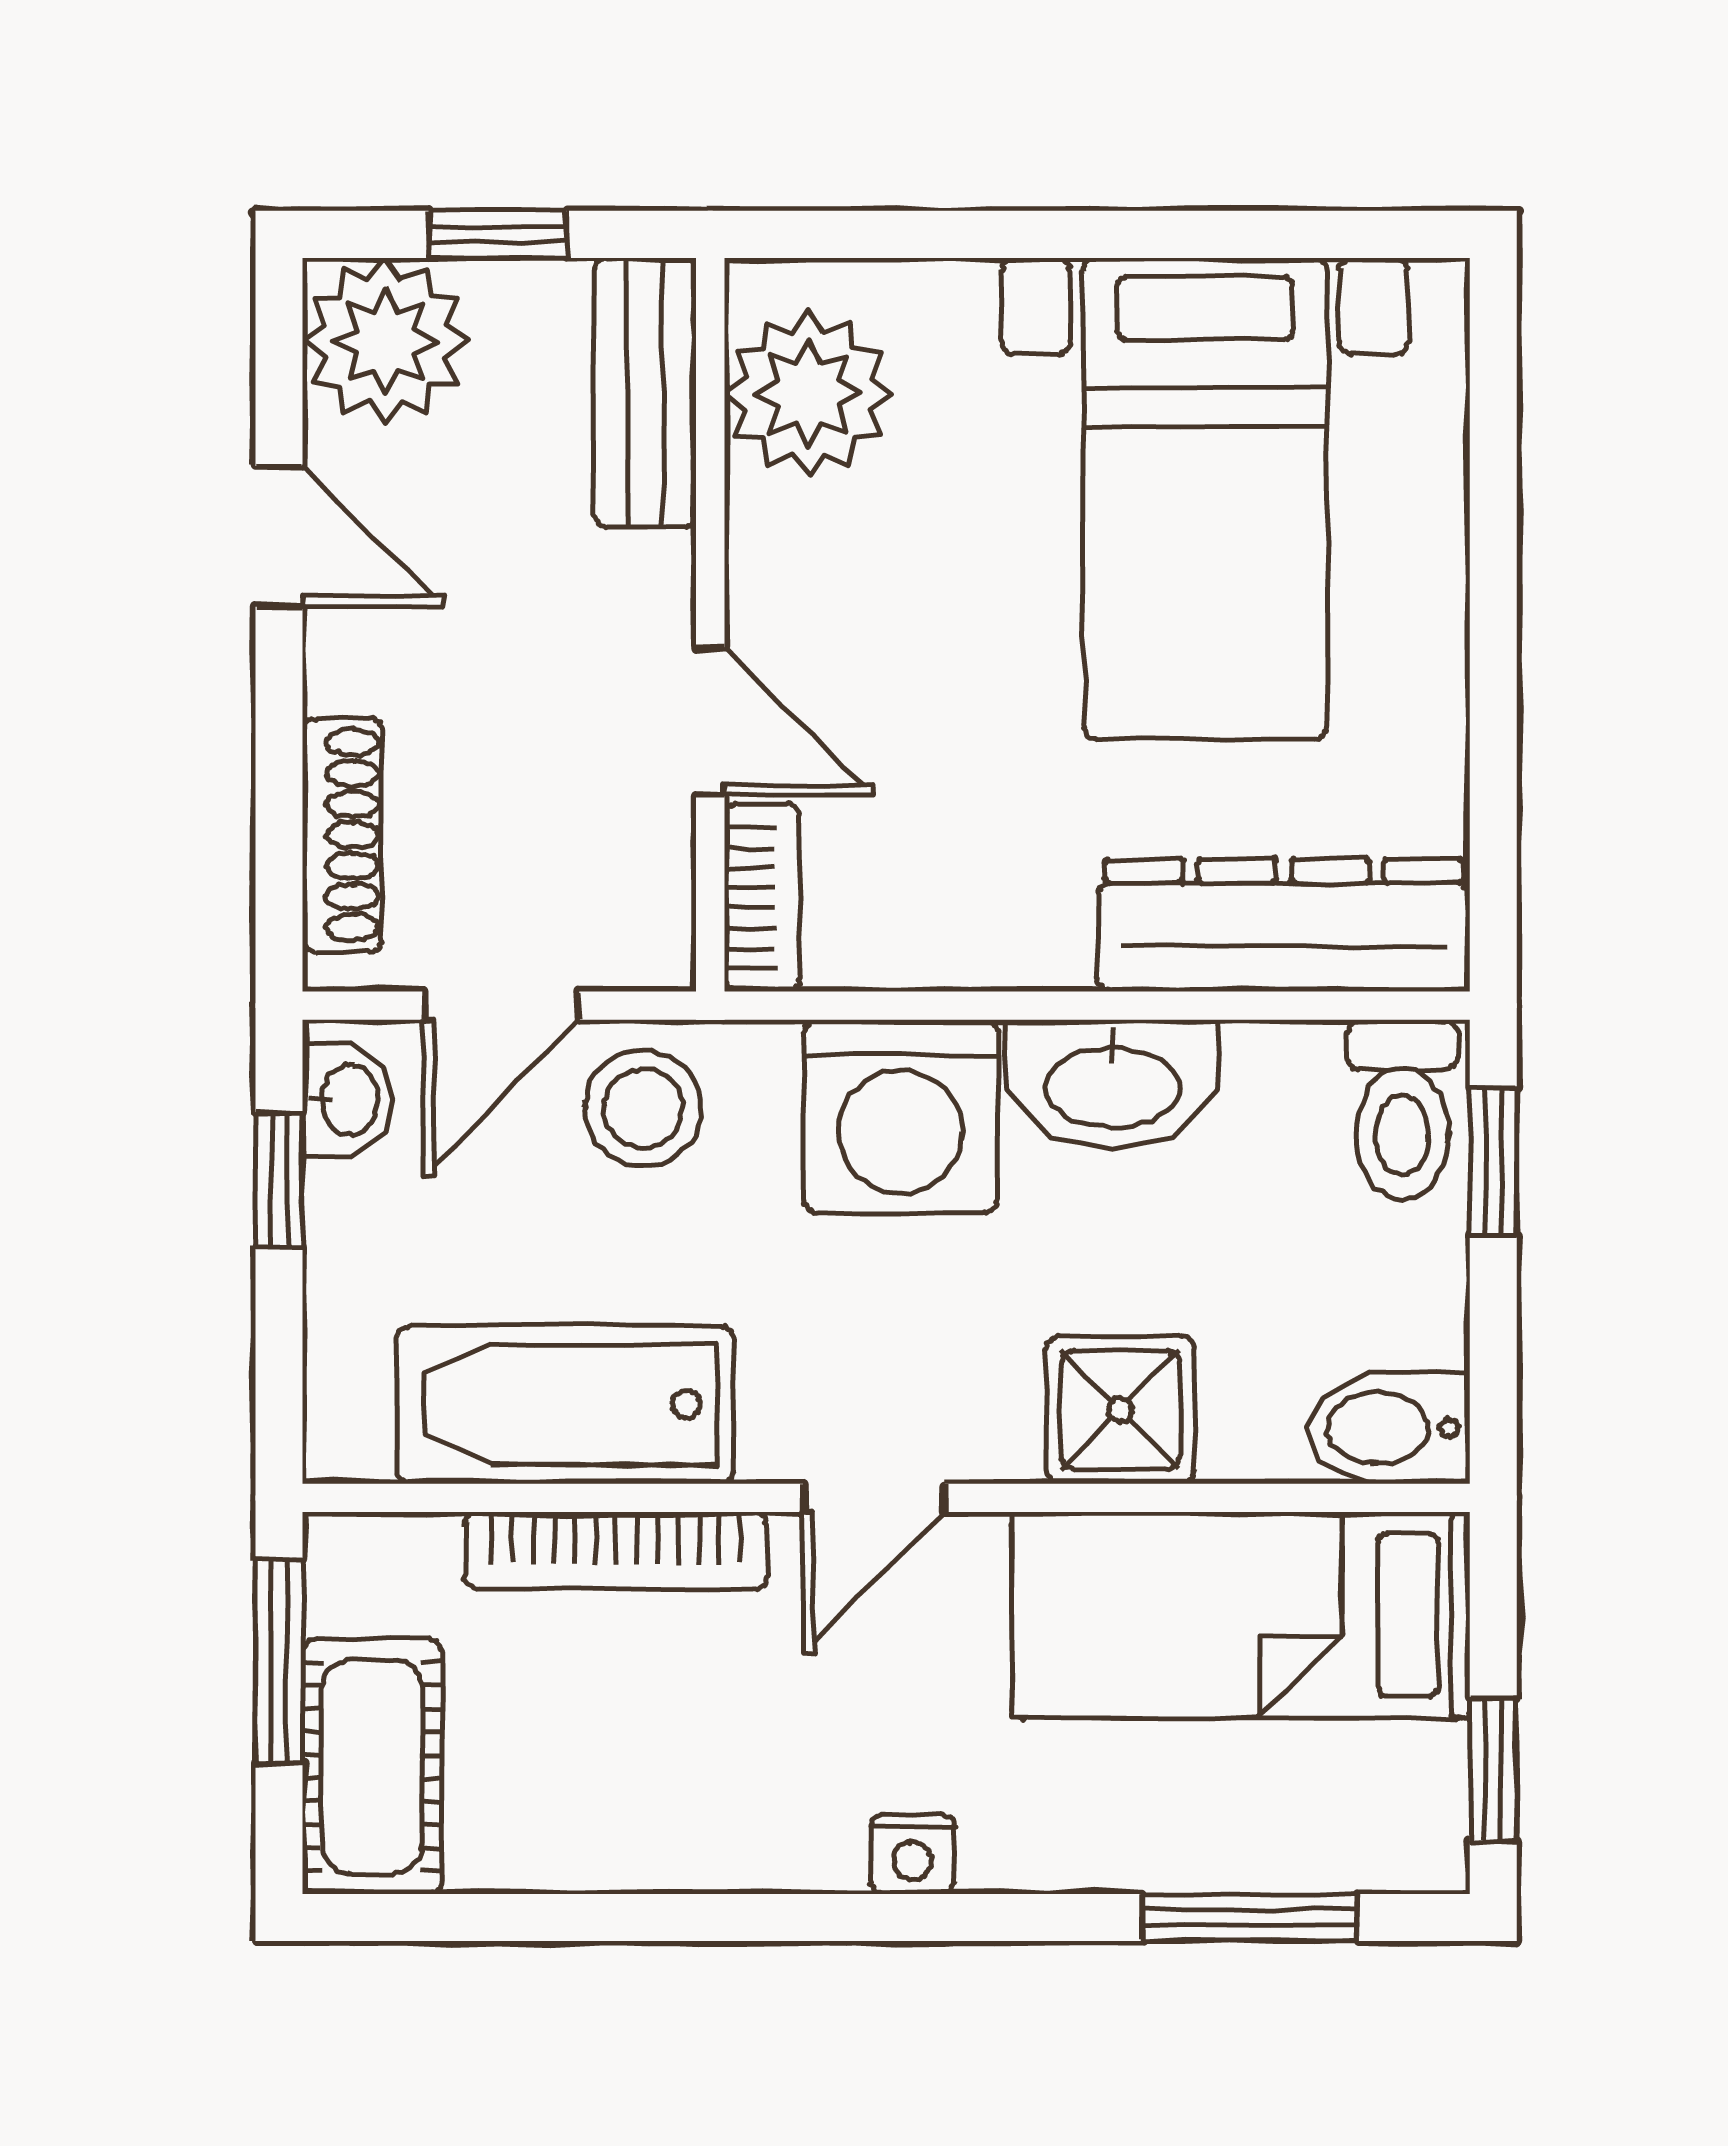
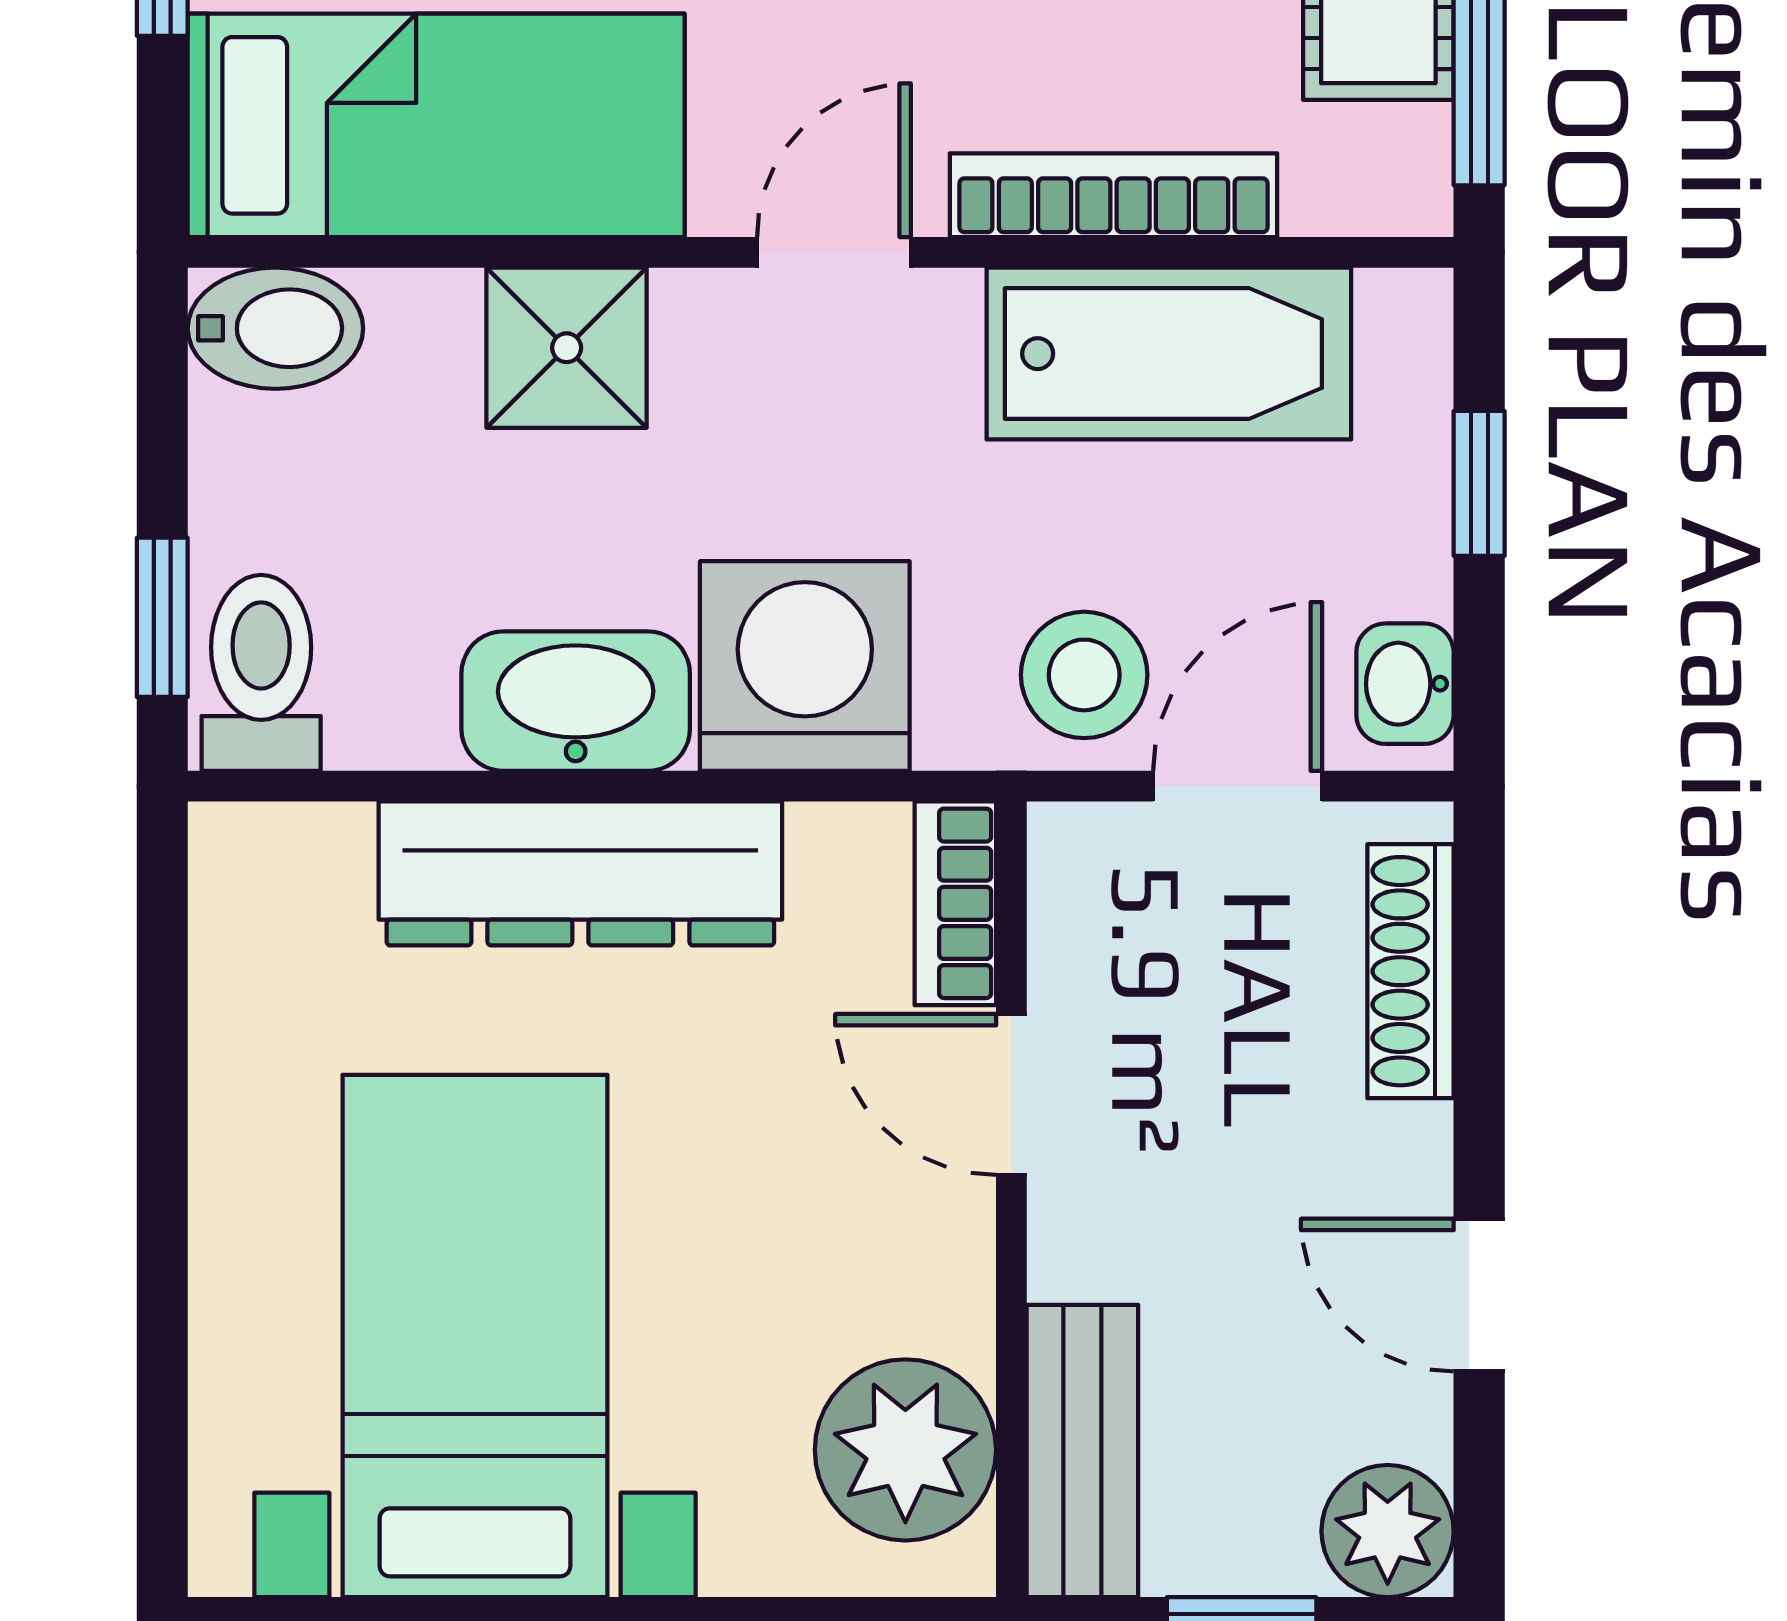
plant: (386, 341) -> (1388, 1531), width x0.73, depth x0.73
dresser: (1284, 925) -> (580, 873), moved
window: (279, 1180) -> (1479, 483), moved

